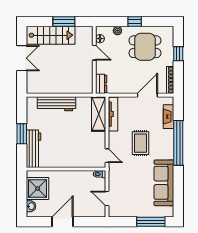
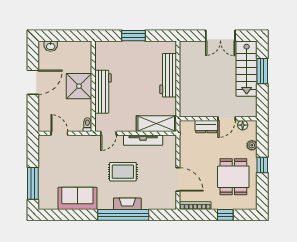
window: (64, 22) -> (262, 71), moved
dresser: (101, 84) -> (206, 127), moved
tv unit: (113, 114) -> (143, 140), moved
fireplace: (169, 117) -> (127, 204), moved
workbench: (34, 149) -> (103, 92), moved, turned -90
sofa: (164, 183) -> (77, 198), width x0.73
shower: (38, 189) -> (79, 86), moved
door: (107, 199) -> (59, 133), hinge flipped
door: (62, 222) -> (33, 82), hinge flipped

